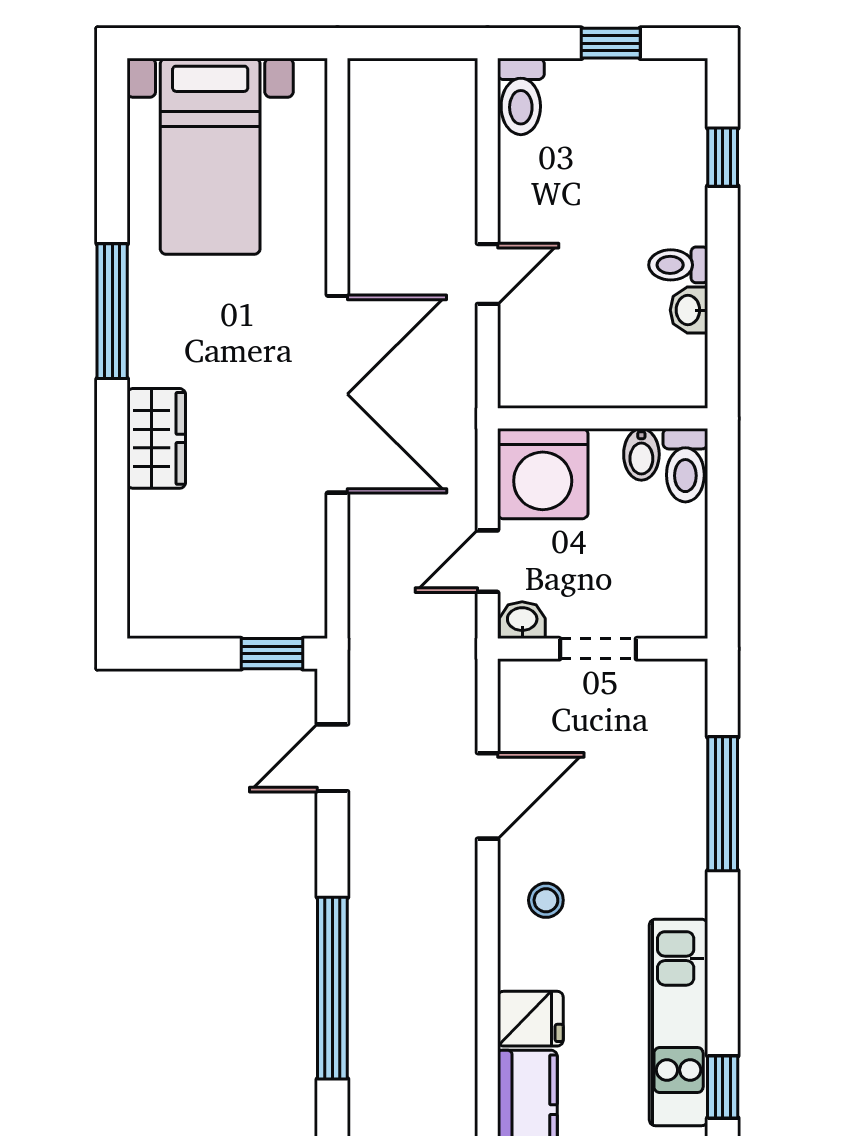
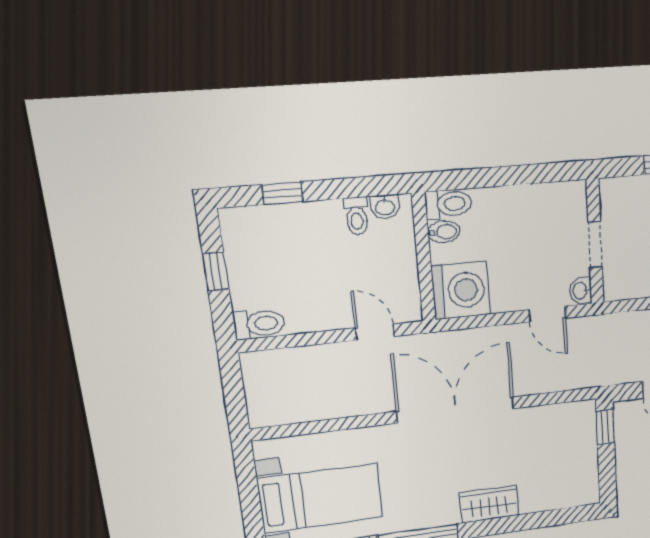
wall: (603, 418) -> (424, 258), moved
bidet: (641, 454) -> (444, 232), moved
toilet: (685, 465) -> (448, 204), moved
washing machine: (543, 474) -> (461, 290), moved

